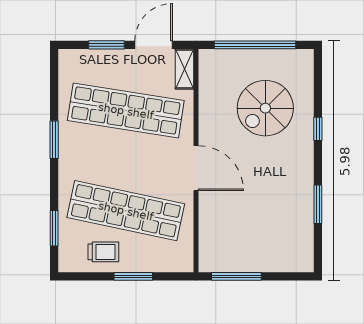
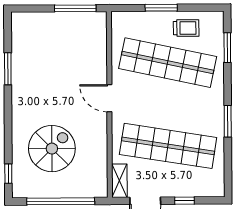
window: (106, 45) -> (185, 201), width x0.67
window: (318, 129) -> (8, 174), moved
door: (196, 168) -> (109, 98), width x0.73
trolley: (103, 252) -> (186, 28), turned 180

